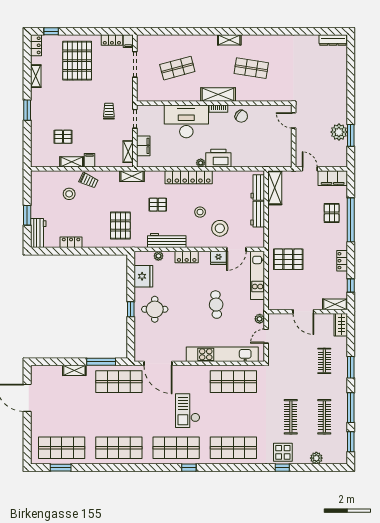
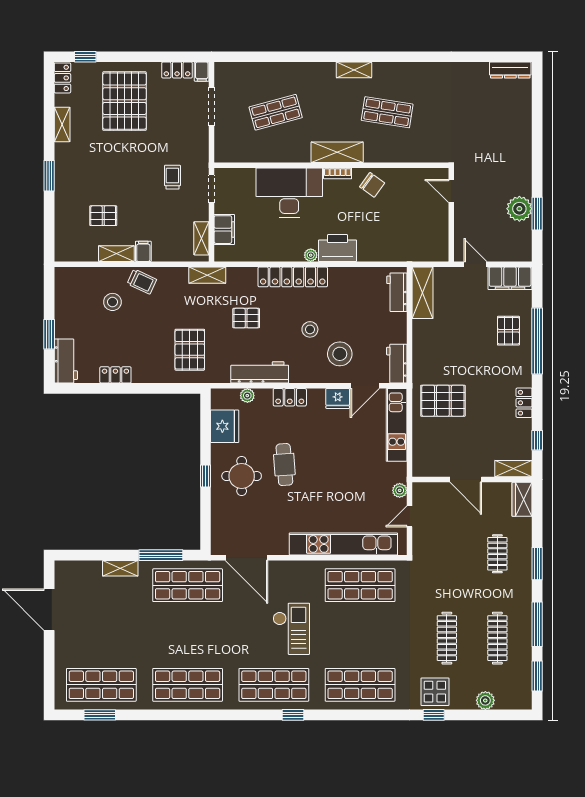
workbench: (258, 214) -> (397, 364), moved
cafe table: (216, 305) -> (284, 465), moved
checkout: (188, 411) -> (291, 629), turned 180

